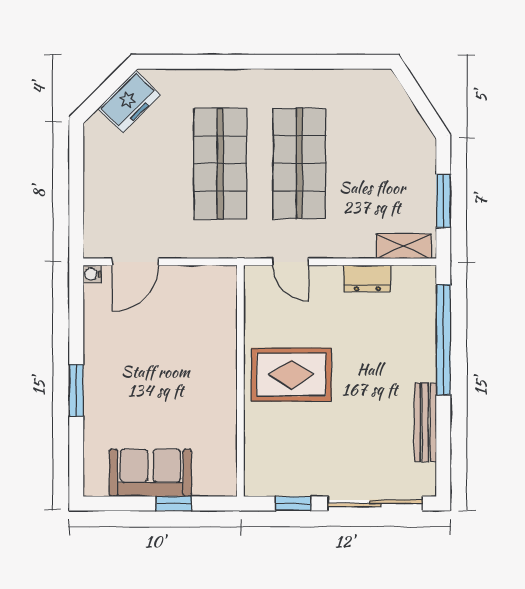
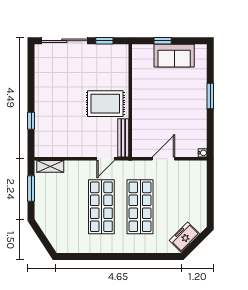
door: (135, 262) -> (163, 159), moved
door: (290, 262) -> (106, 159), swing flipped
dresser: (367, 278) -> (68, 151), removed
window: (443, 340) -> (31, 121), width x0.32
bench: (425, 422) -> (123, 138), moved

